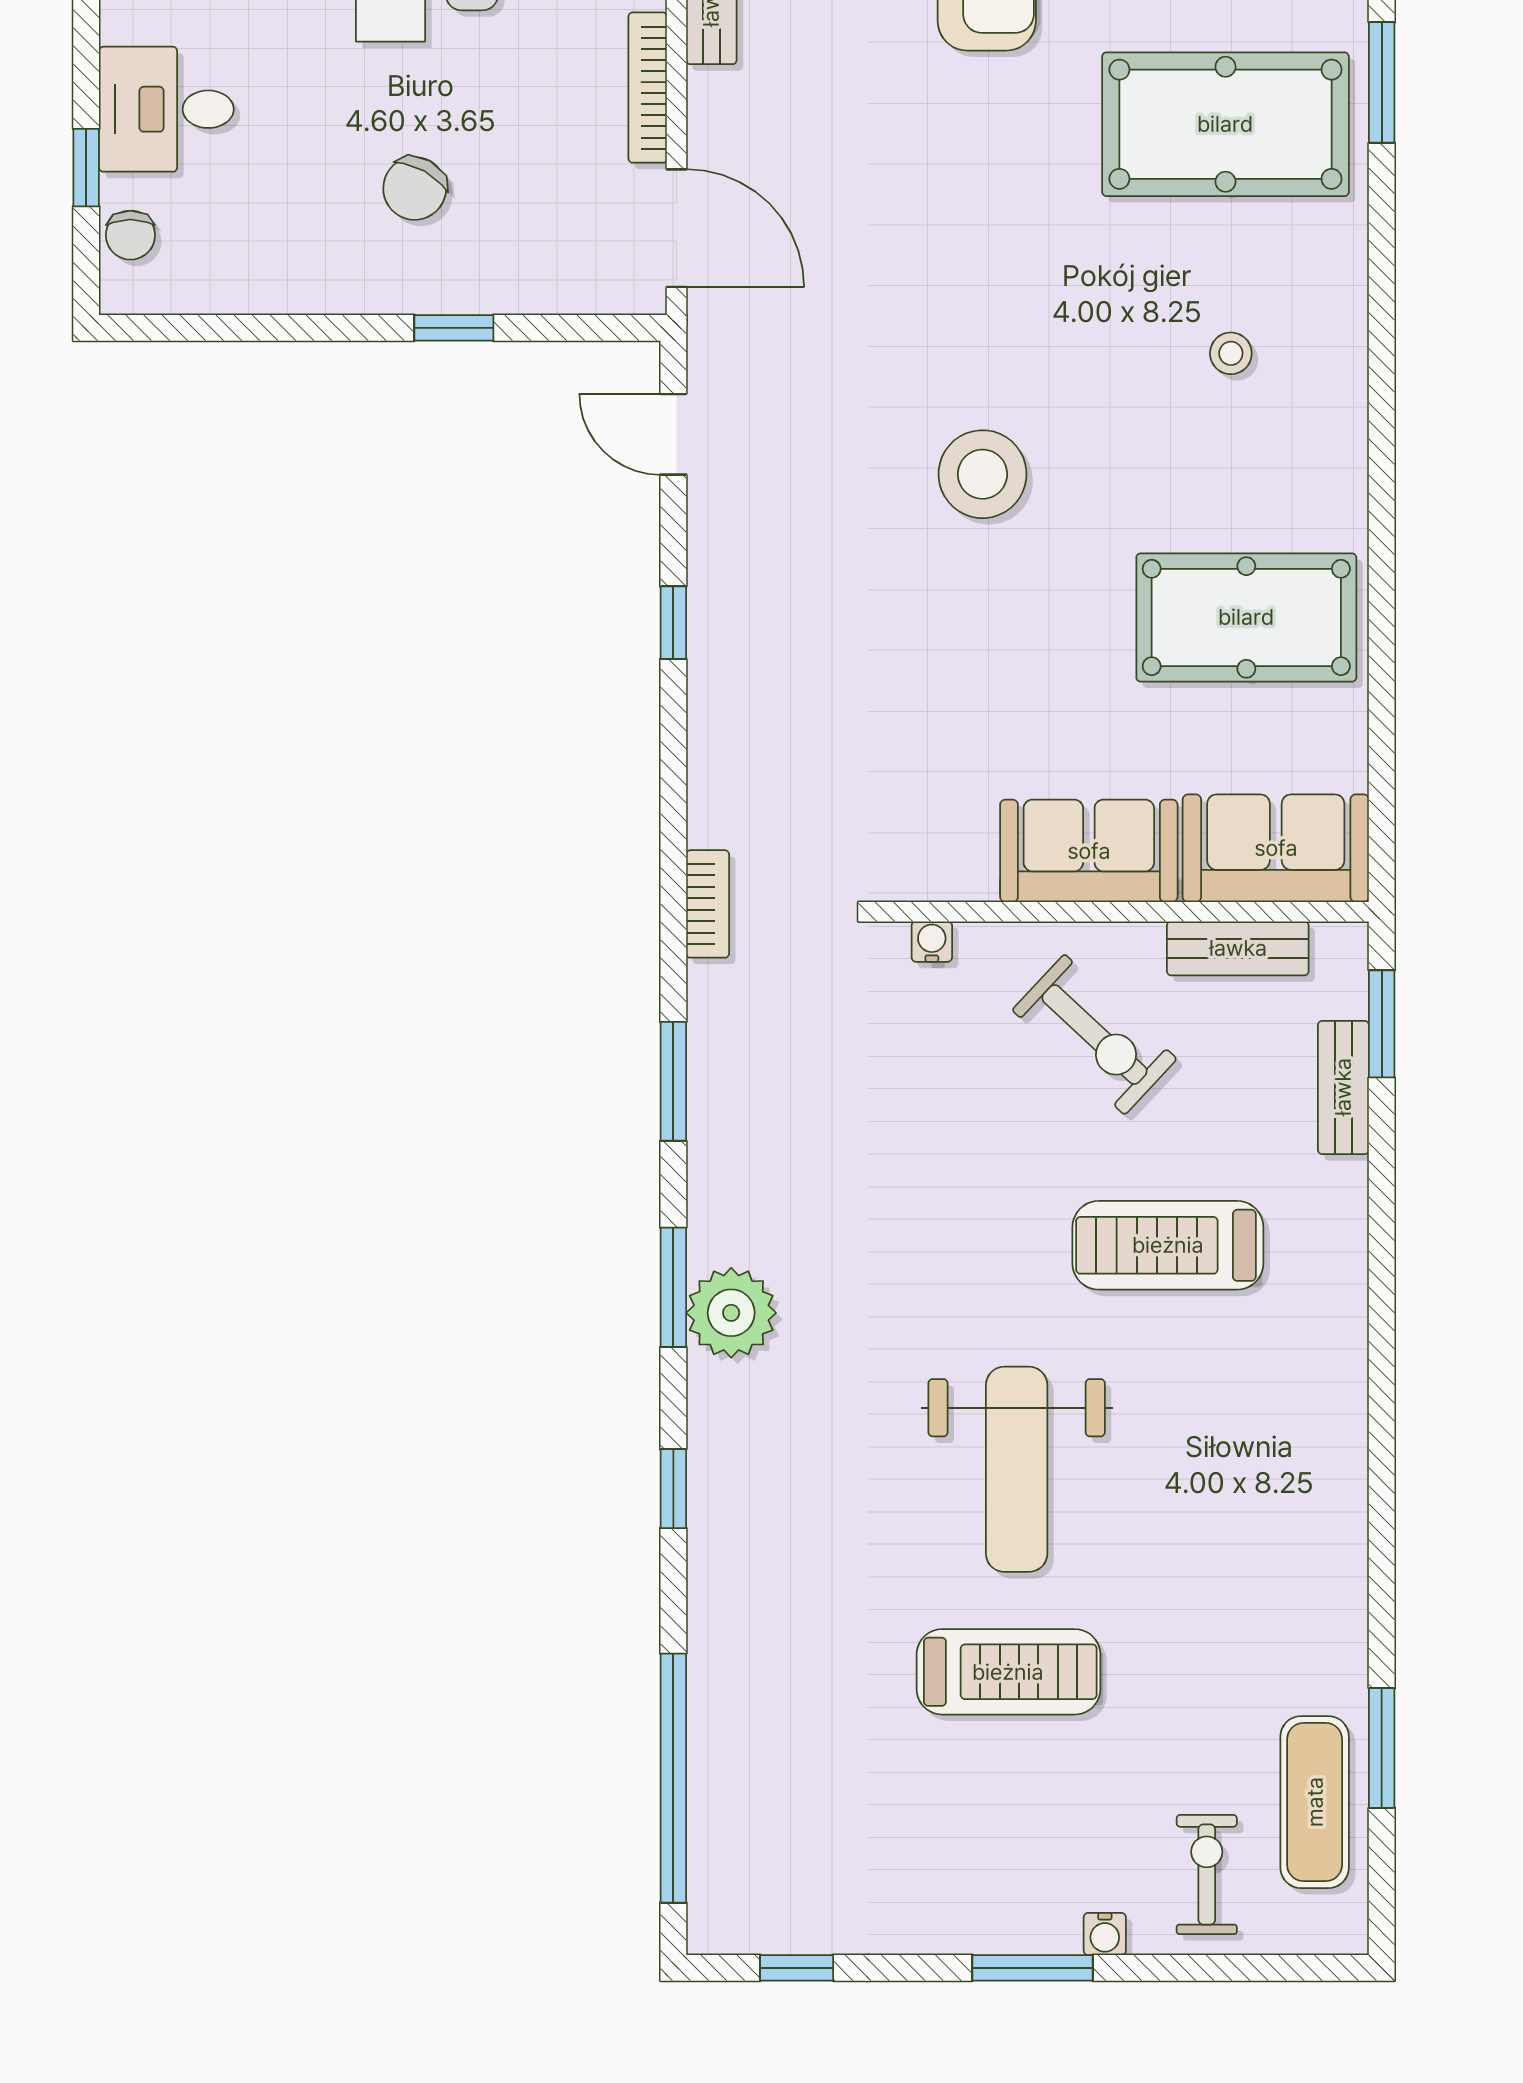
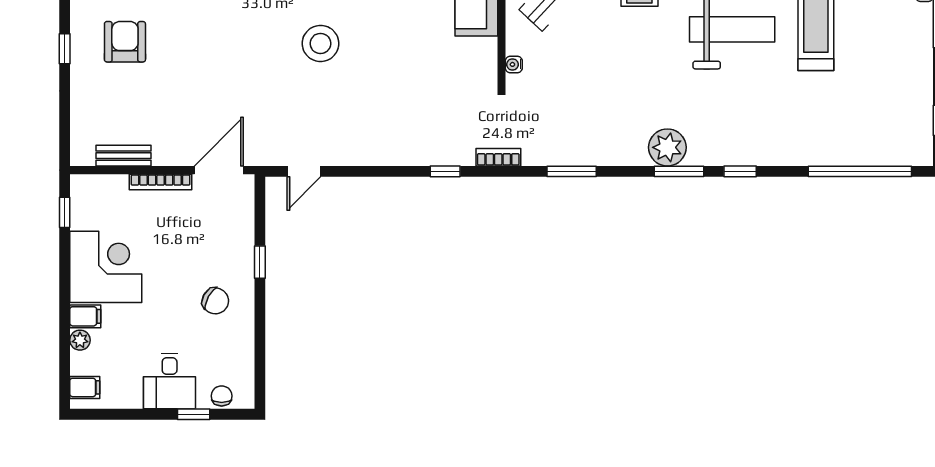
chair: (415, 188) -> (215, 301), moved
chair: (130, 235) -> (222, 396), turned -90
window: (673, 623) -> (445, 171), moved
window: (673, 1287) -> (679, 171), moved

